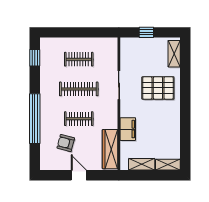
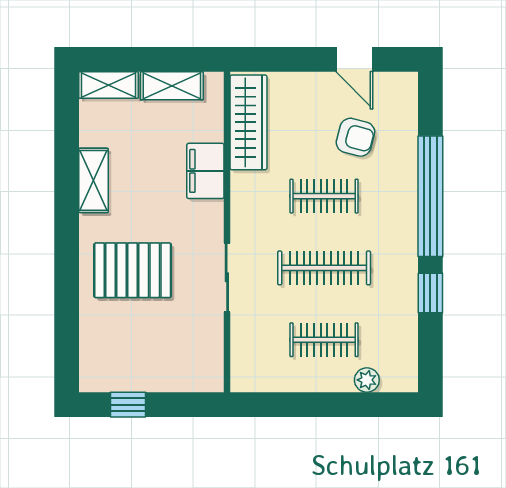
window: (146, 32) -> (128, 405), moved
plant: (61, 43) -> (367, 380), added
shelving: (174, 54) -> (94, 180), moved
window: (35, 58) -> (430, 293), moved
door: (79, 175) -> (354, 59), moved

